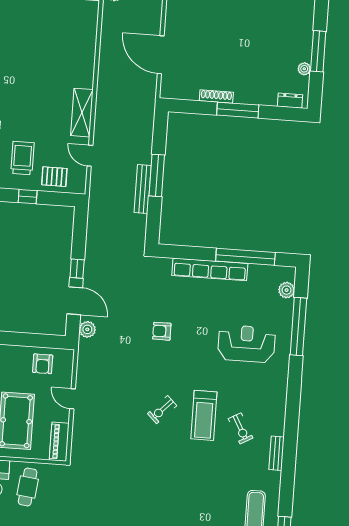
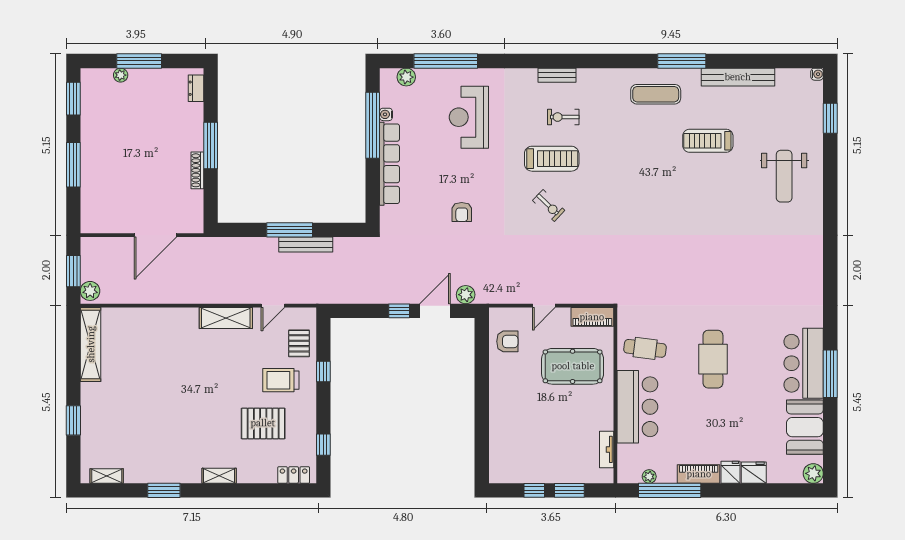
plant: (304, 69) -> (121, 75), moved
water cooler: (254, 269) -> (386, 114), added
exercise bike: (241, 428) -> (563, 117), turned -151
bench: (277, 453) -> (557, 75), moved

